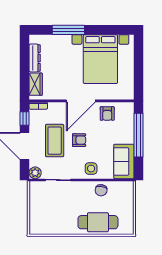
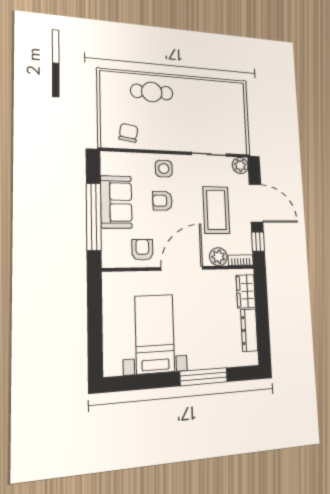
bed with nightstands: (100, 59) -> (155, 334), width x0.73
plant: (55, 108) -> (218, 257), added
armchair: (79, 140) -> (162, 201), moved
sofa: (124, 161) -> (116, 202), moved
chair: (101, 190) -> (128, 133), moved
cafe table: (98, 222) -> (152, 92), width x0.73, depth x0.74

